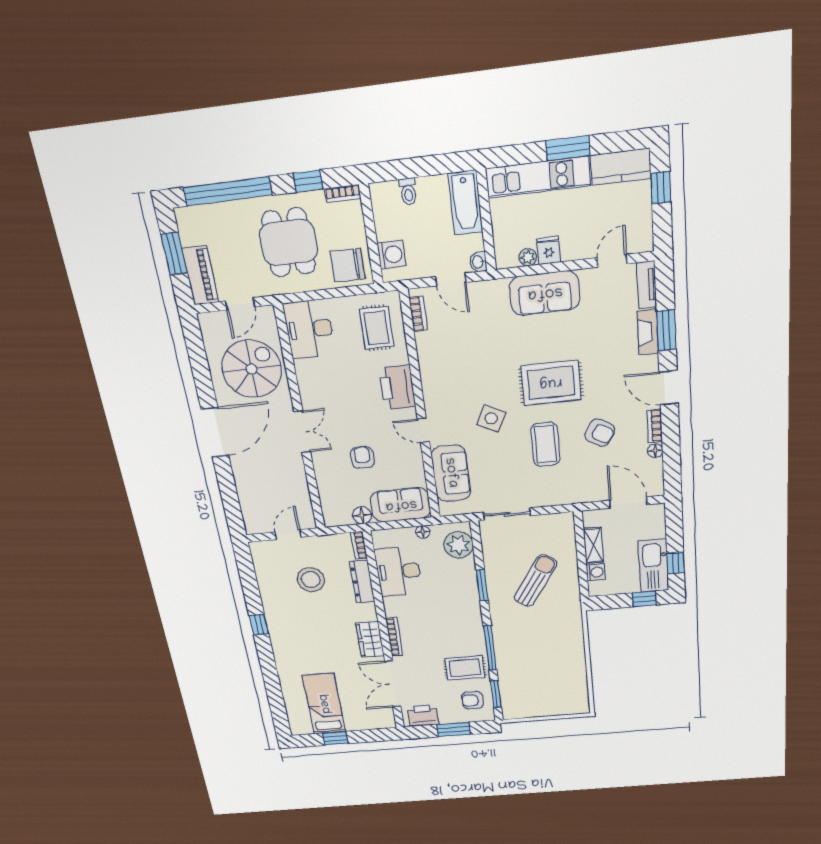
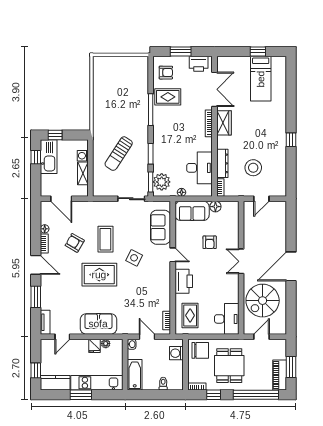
piano: (200, 275) -> (280, 375), moved
fireplace: (648, 332) -> (46, 297), removed
window: (496, 694) -> (151, 182), moved

